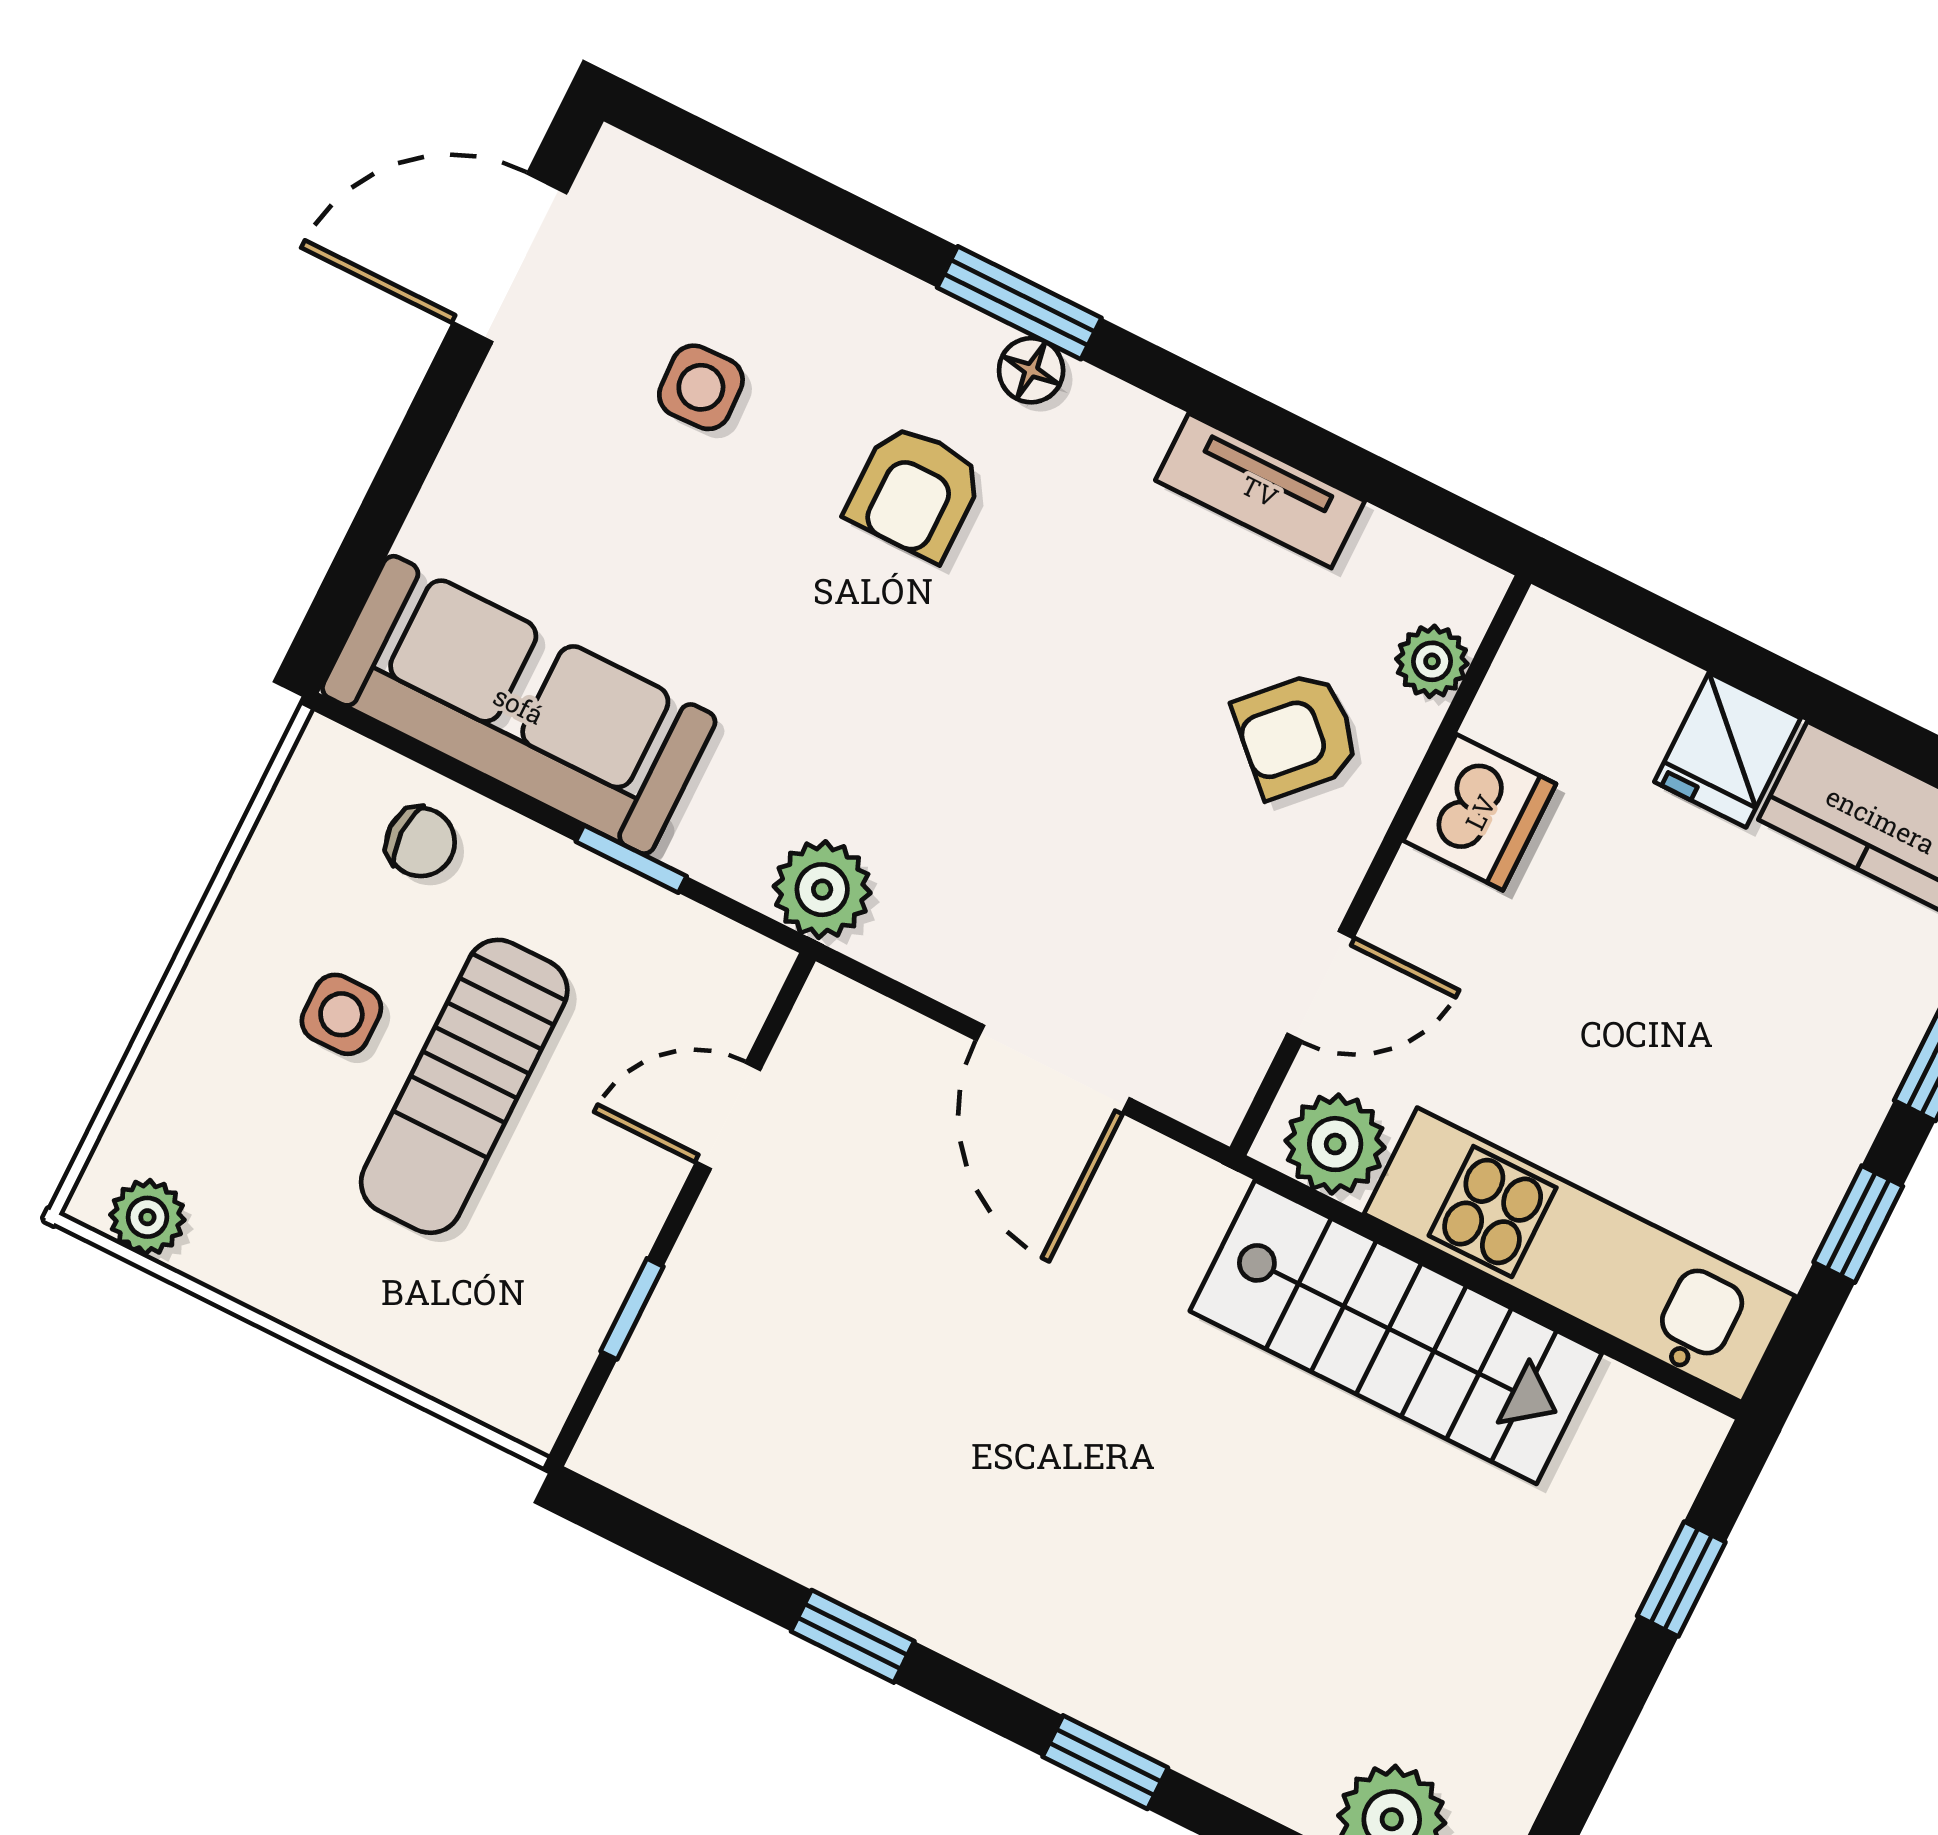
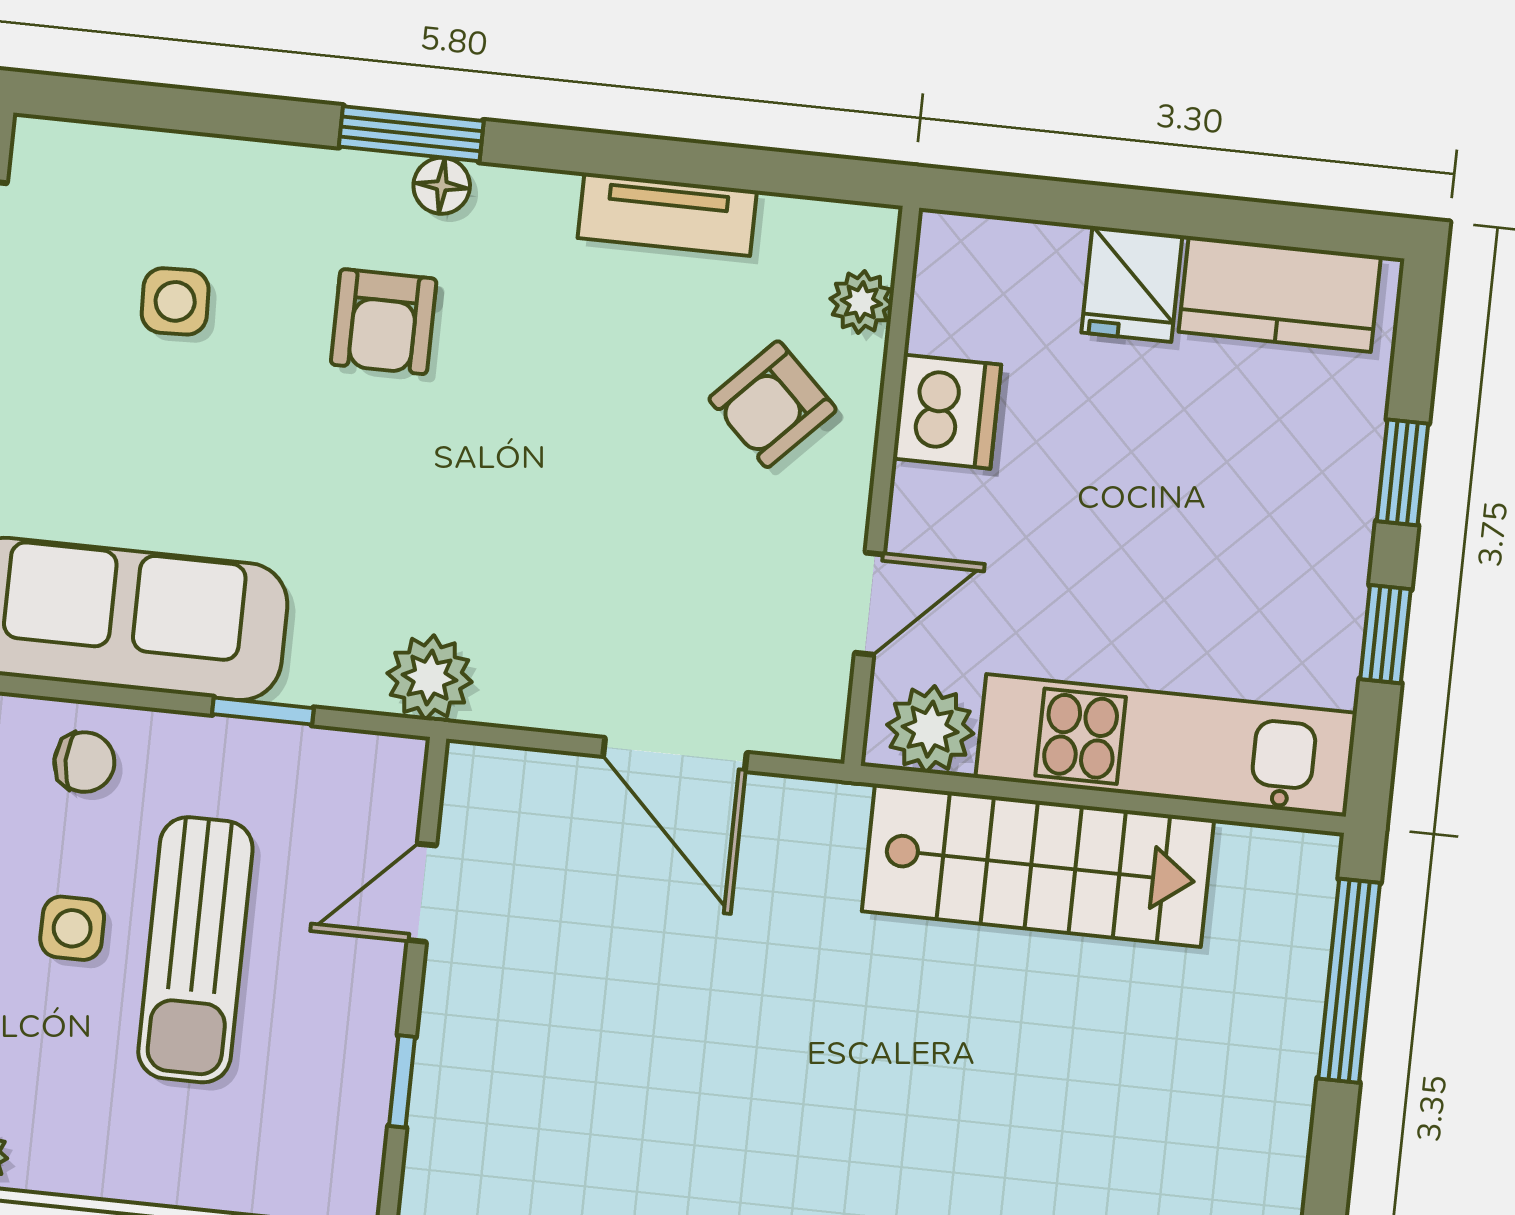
window: (1681, 1579) -> (1349, 981), width x2.17

